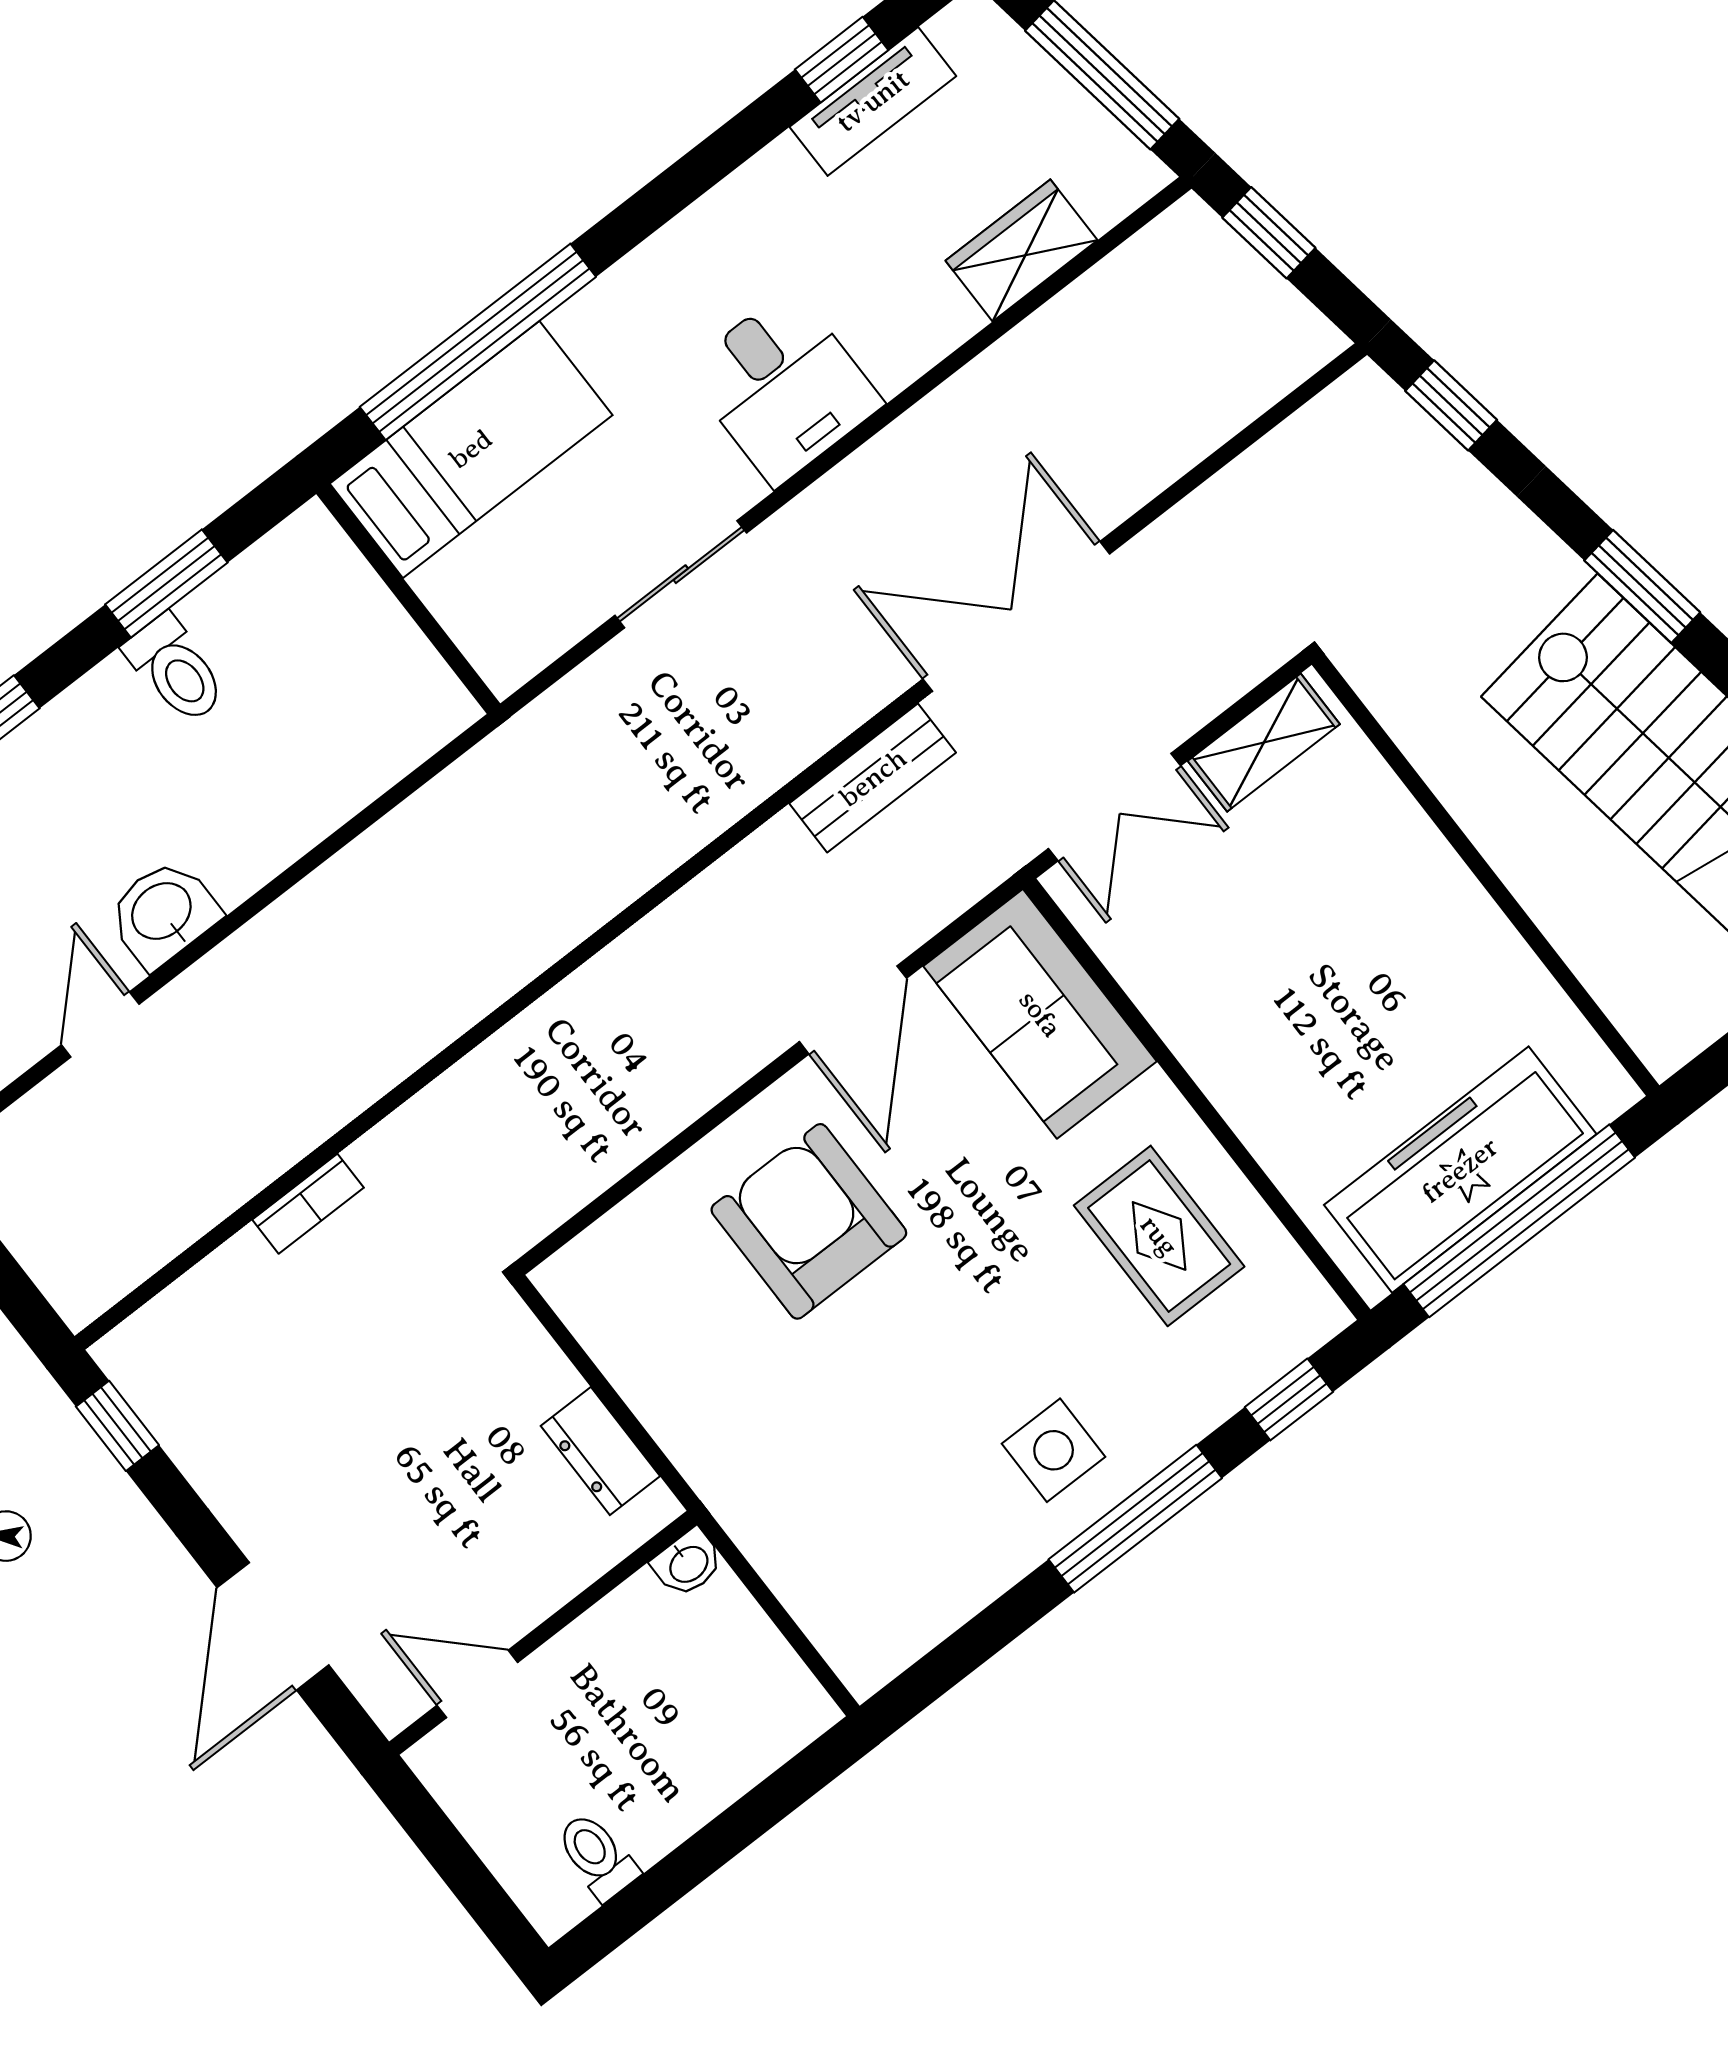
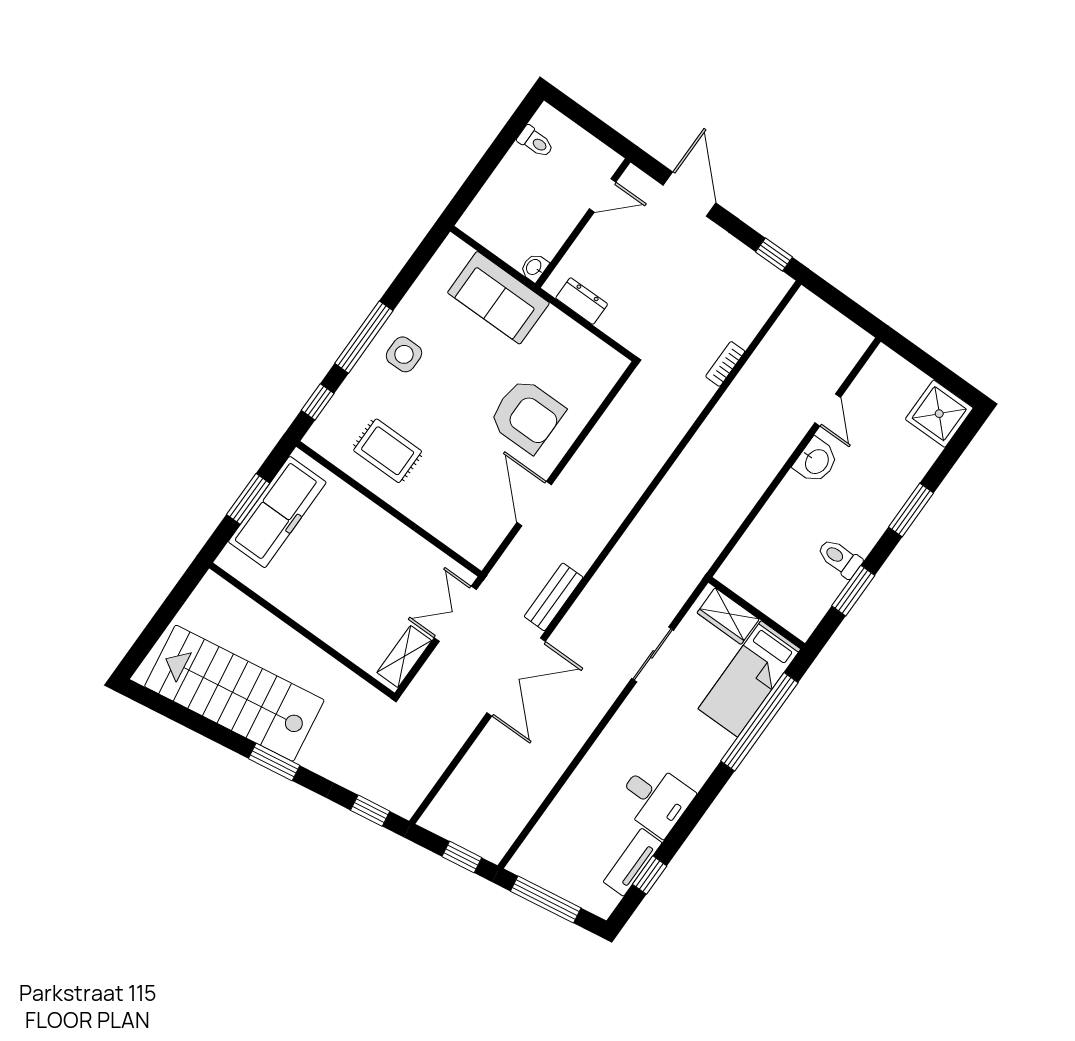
wardrobe: (1021, 250) -> (728, 616), moved, turned 90
desk: (783, 387) -> (655, 799), moved, turned 180
sofa: (1040, 1014) -> (498, 298), moved, turned 180
window: (1519, 1221) -> (248, 499), width x0.47

